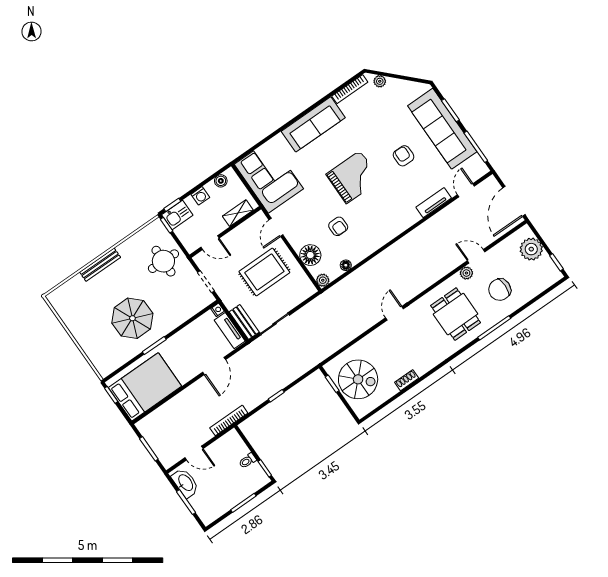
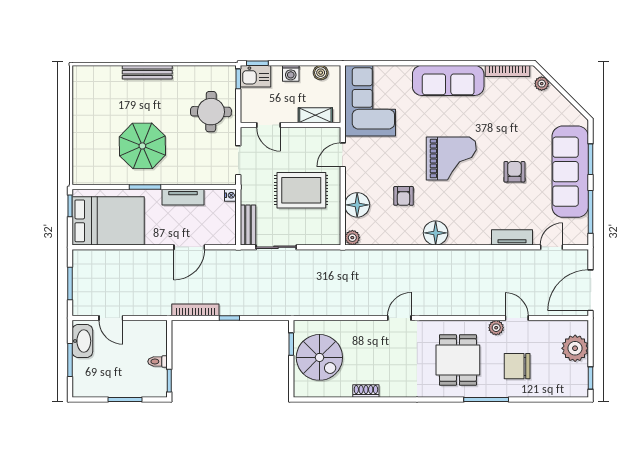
floor lamp: (346, 265) -> (436, 233), moved, width x1.89, depth x1.89
tv unit: (230, 331) -> (183, 197), moved, turned -90
bookcase: (229, 420) -> (195, 310), moved

